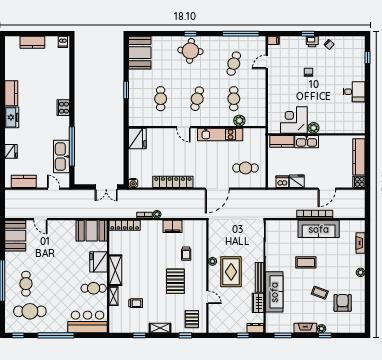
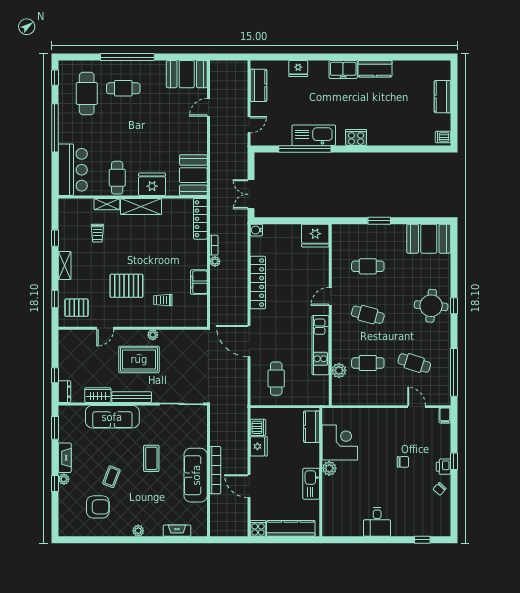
kitchen sink: (307, 142) -> (311, 484), moved
kitchen sink: (61, 157) -> (314, 135), moved

